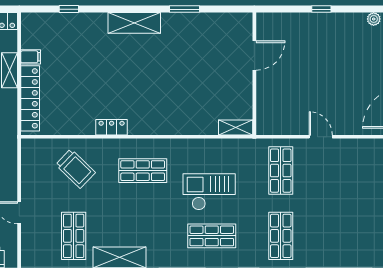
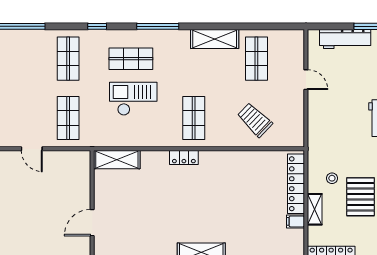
locker: (112, 127) -> (184, 158), moved
shelving: (236, 127) -> (117, 160), width x1.50, depth x1.33
shop shelf: (143, 171) -> (194, 118), turned 90
checkout: (209, 192) -> (133, 99), turned 180

